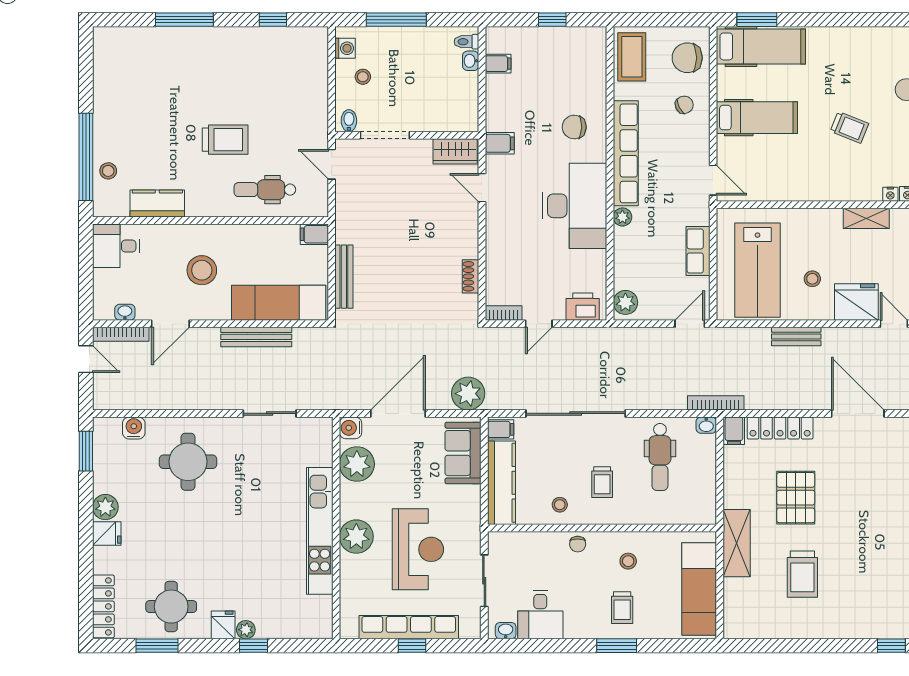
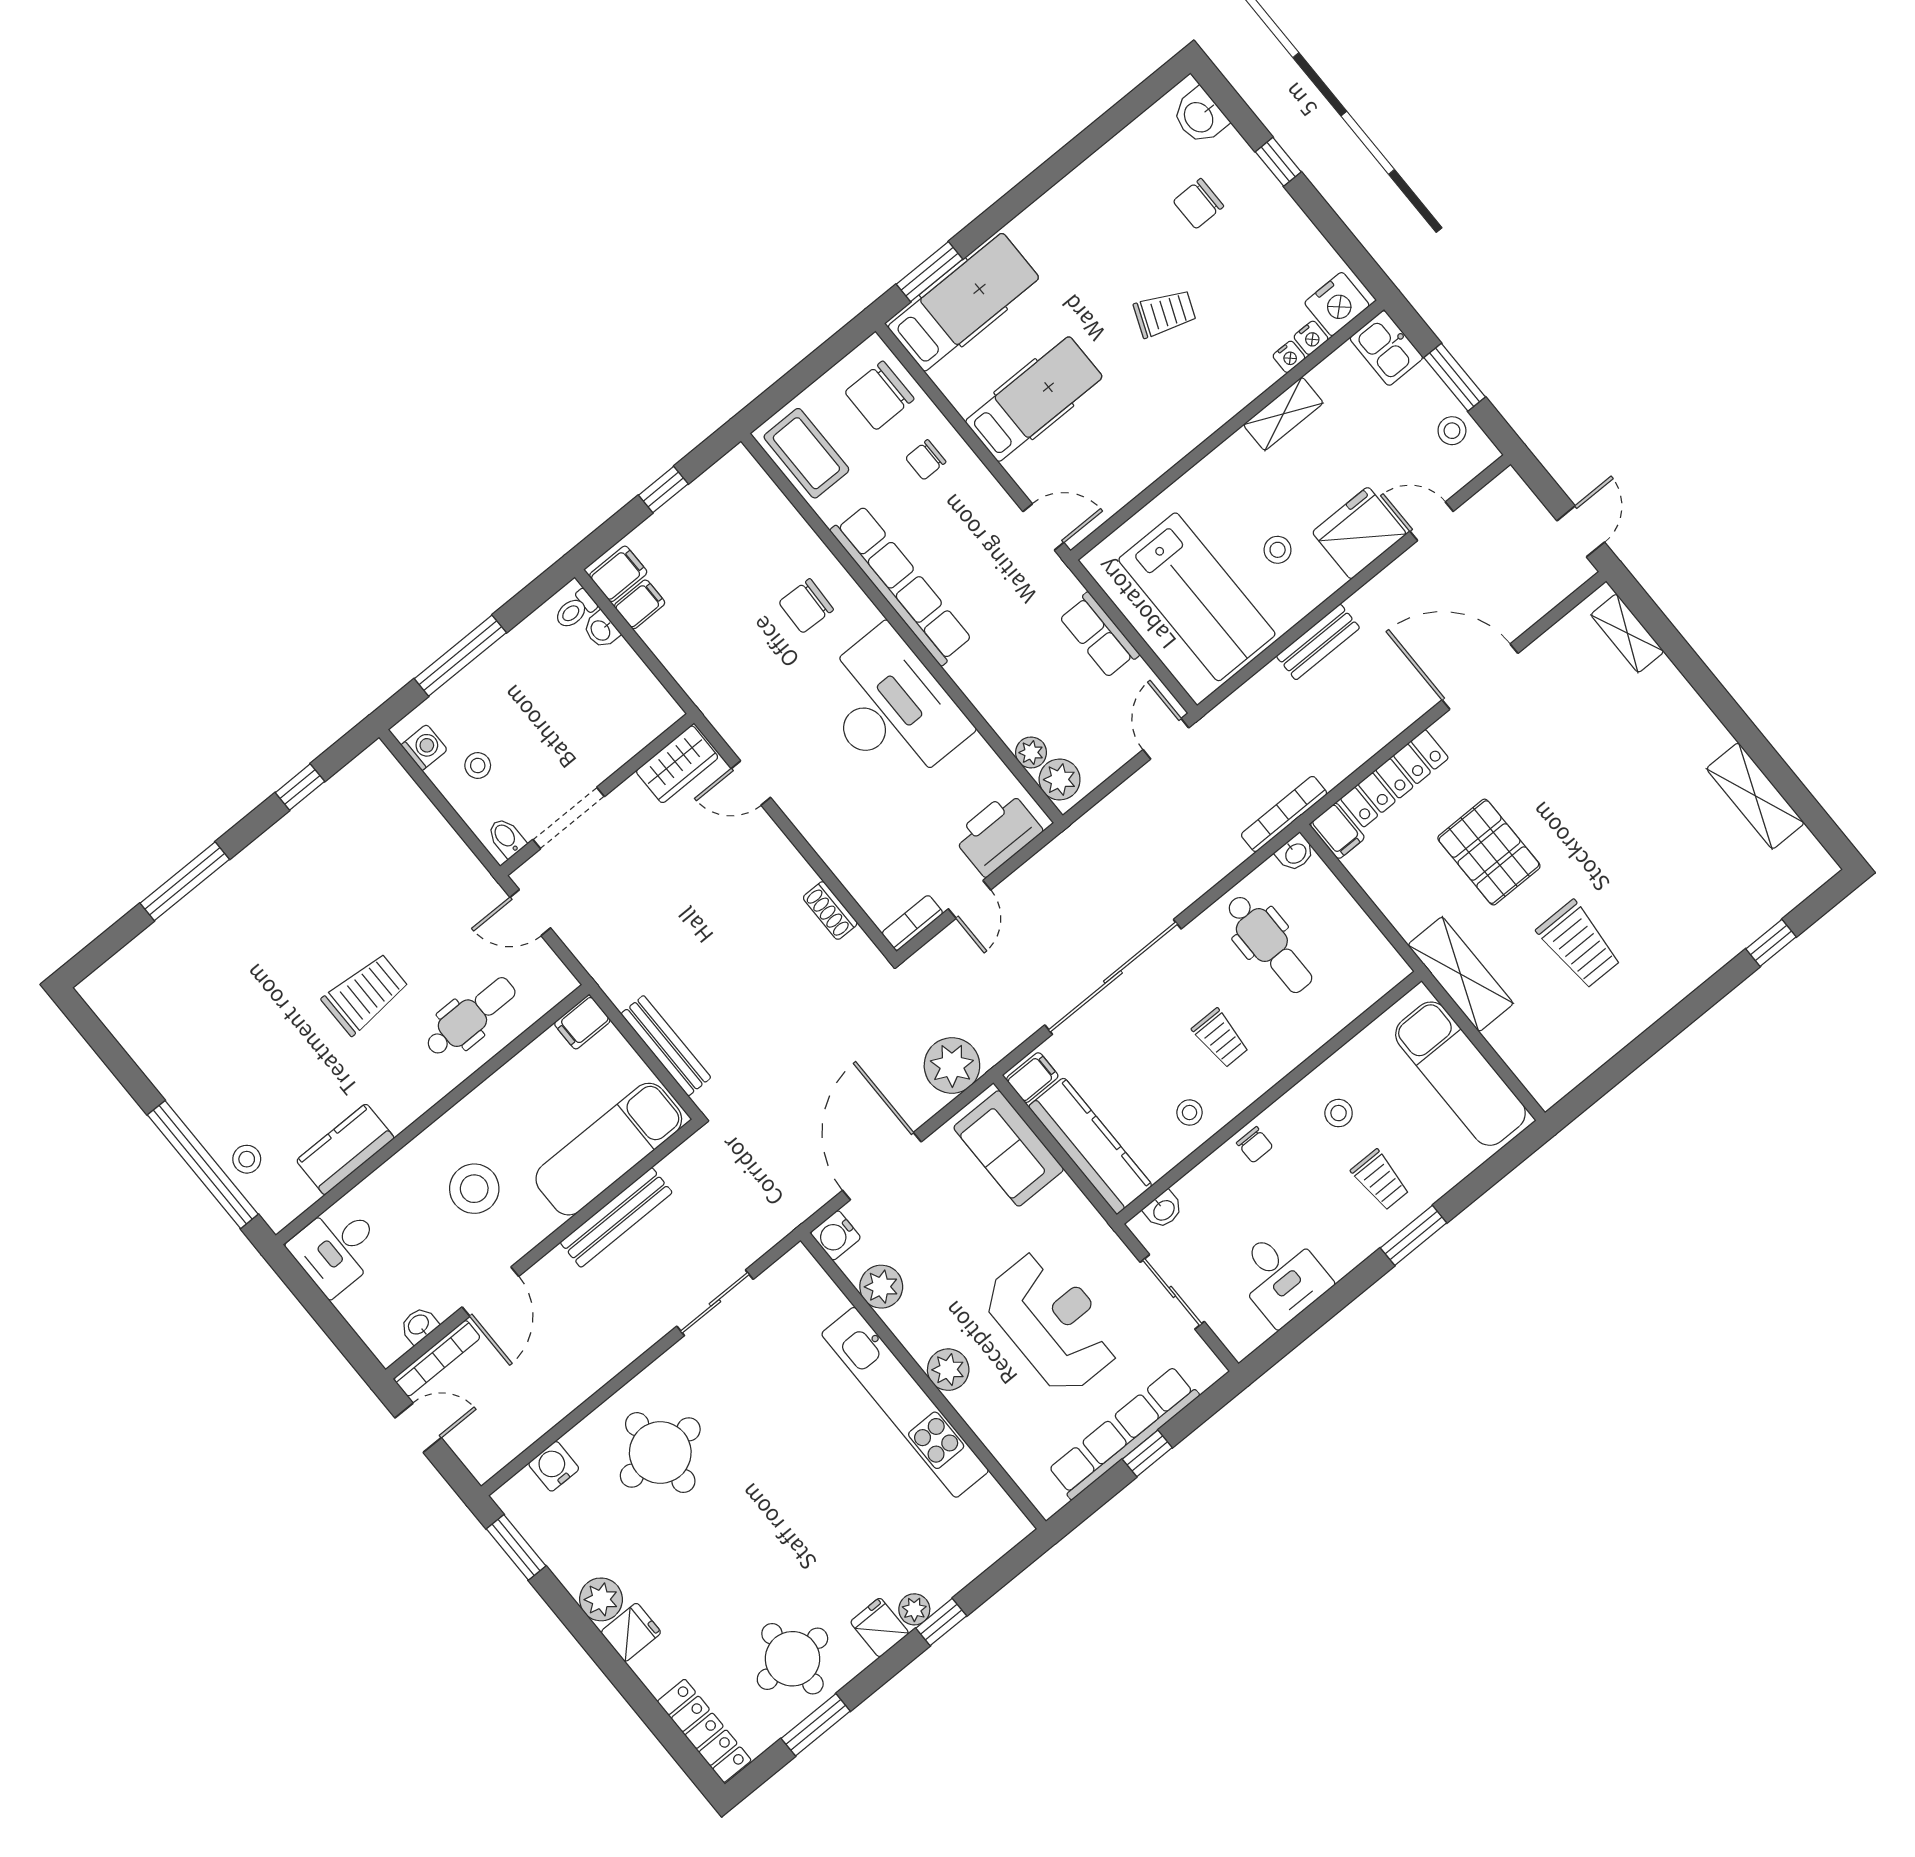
chair: (684, 105) -> (926, 460), turned -153
filing cabinet: (500, 143) -> (618, 574), moved
dental chair: (265, 190) -> (470, 1017), turned 180
plant: (622, 217) -> (1031, 753), moved
printer: (583, 307) -> (998, 834), width x1.37, depth x1.19
plant: (357, 464) -> (881, 1287), width x0.73, depth x0.73
plant: (356, 537) -> (948, 1370), width x0.73, depth x0.73
washbasin: (506, 631) -> (1163, 1210), moved, turned 180

